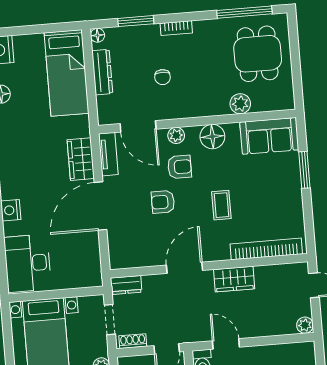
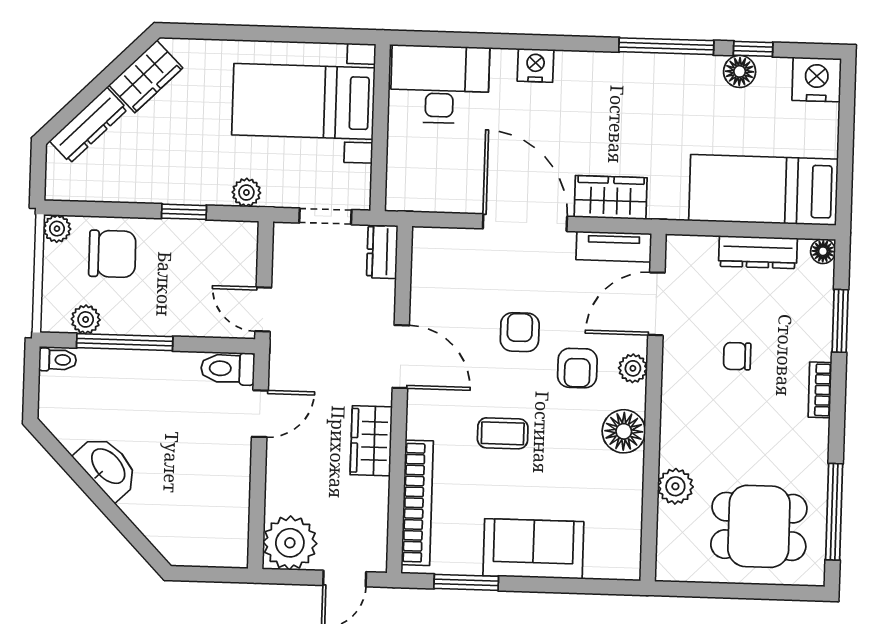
sofa: (269, 136) -> (533, 549), moved, turned 90
window: (304, 170) -> (466, 582), moved
plant: (305, 325) -> (290, 543), width x1.88, depth x1.88
shoe rack: (133, 341) -> (283, 252), removed

